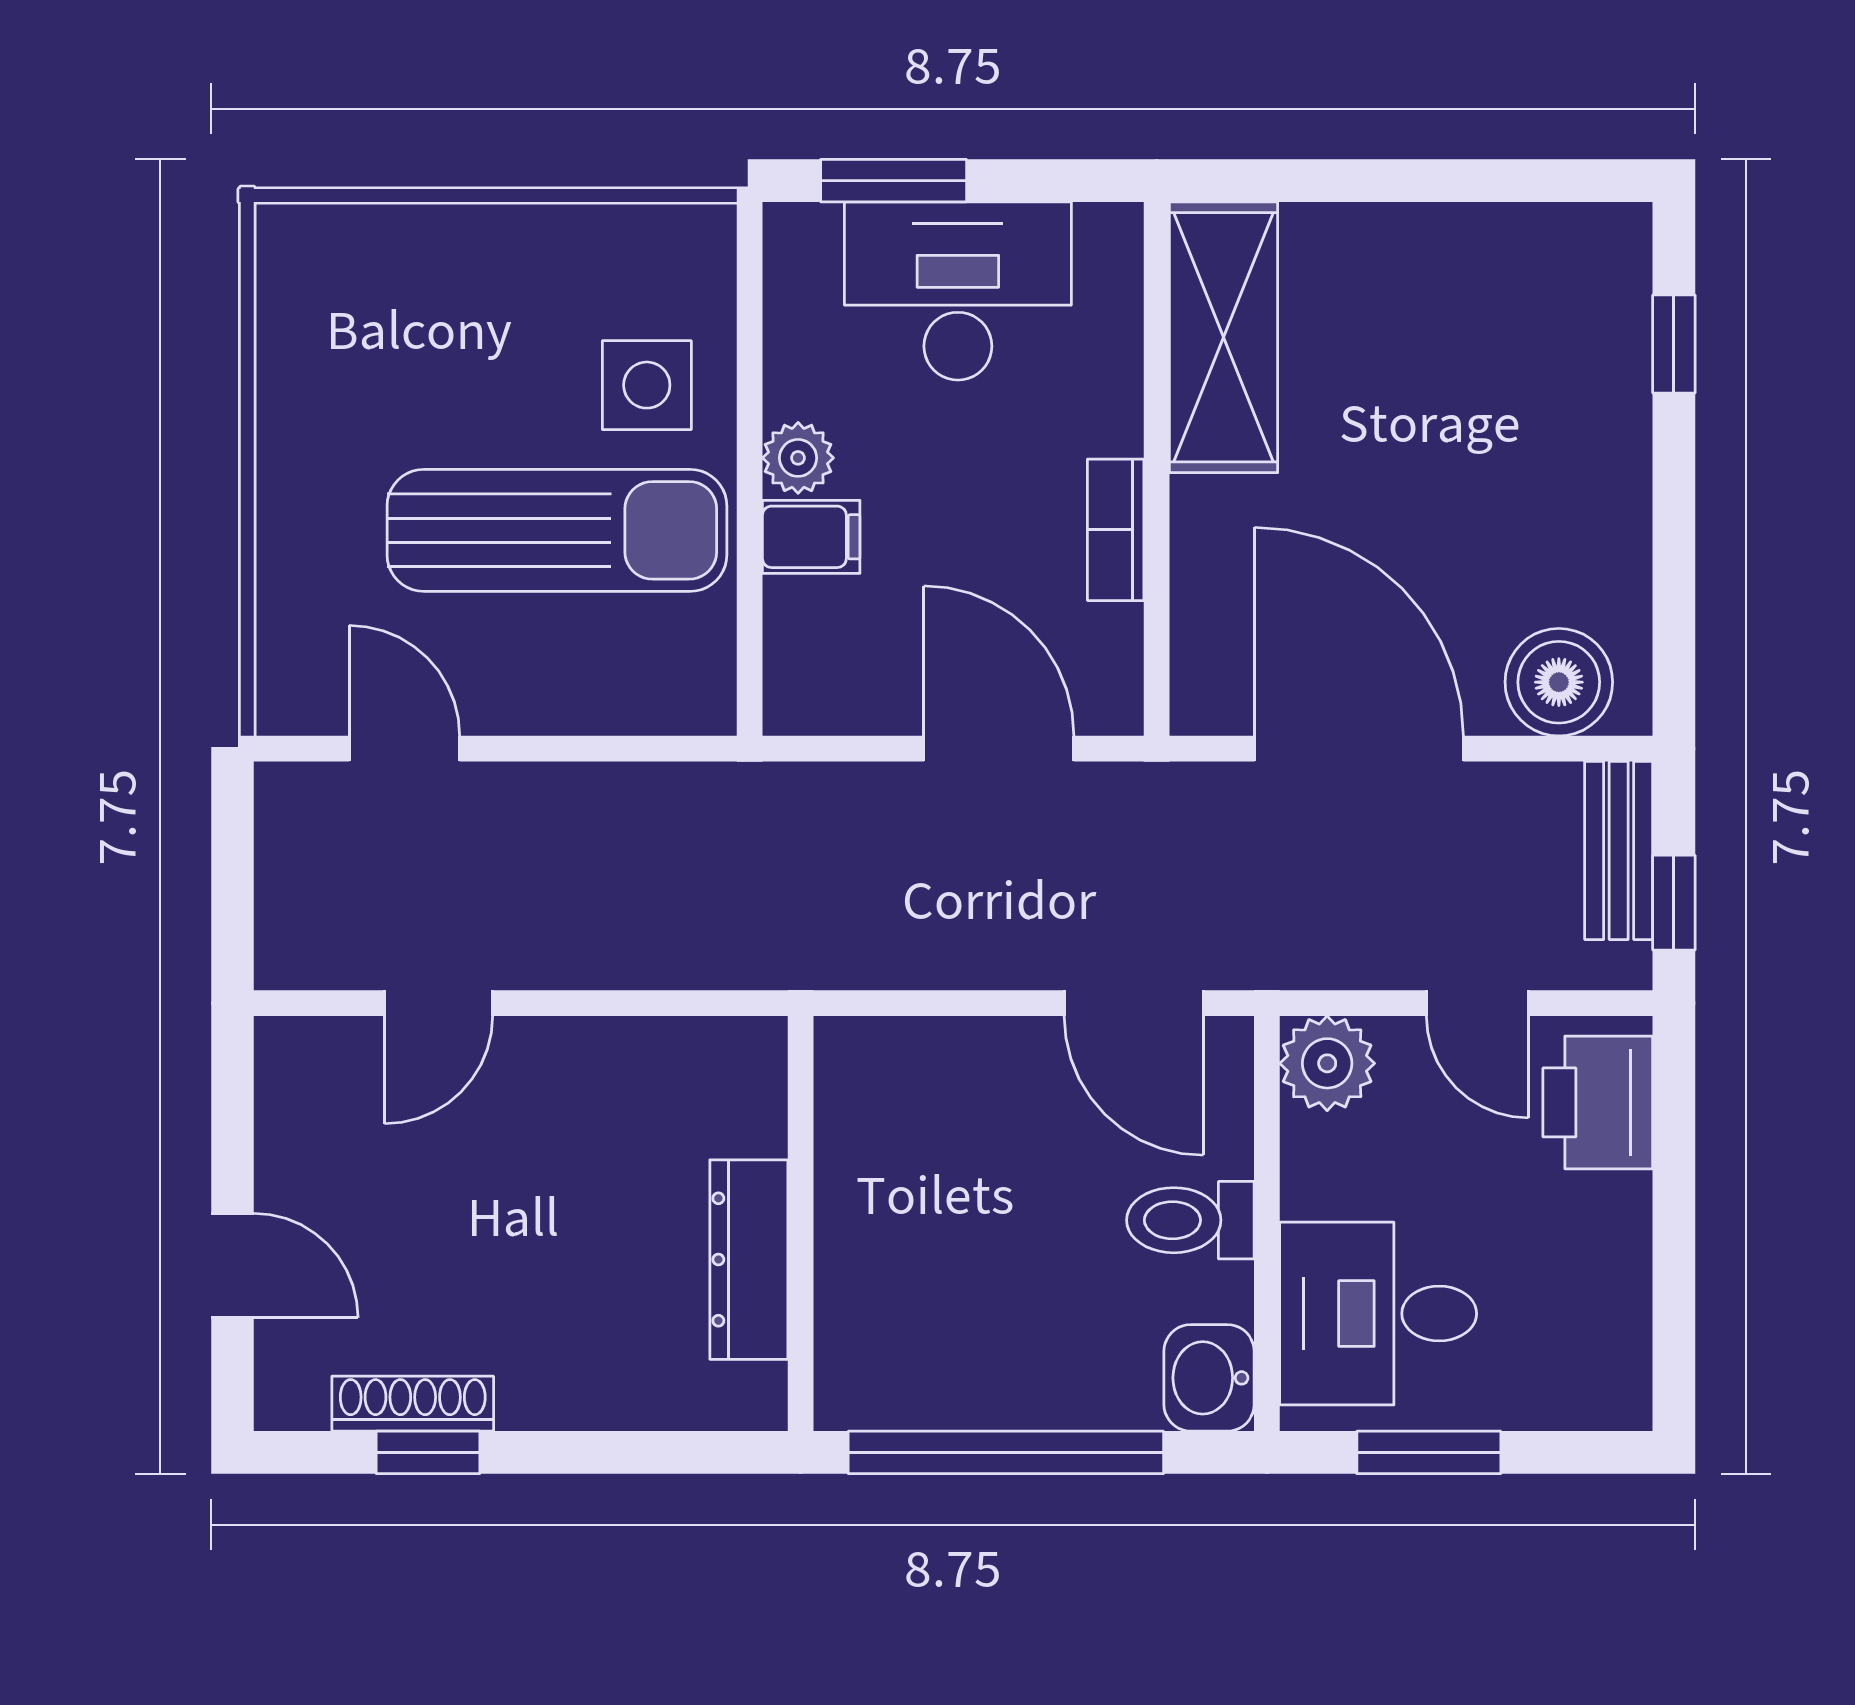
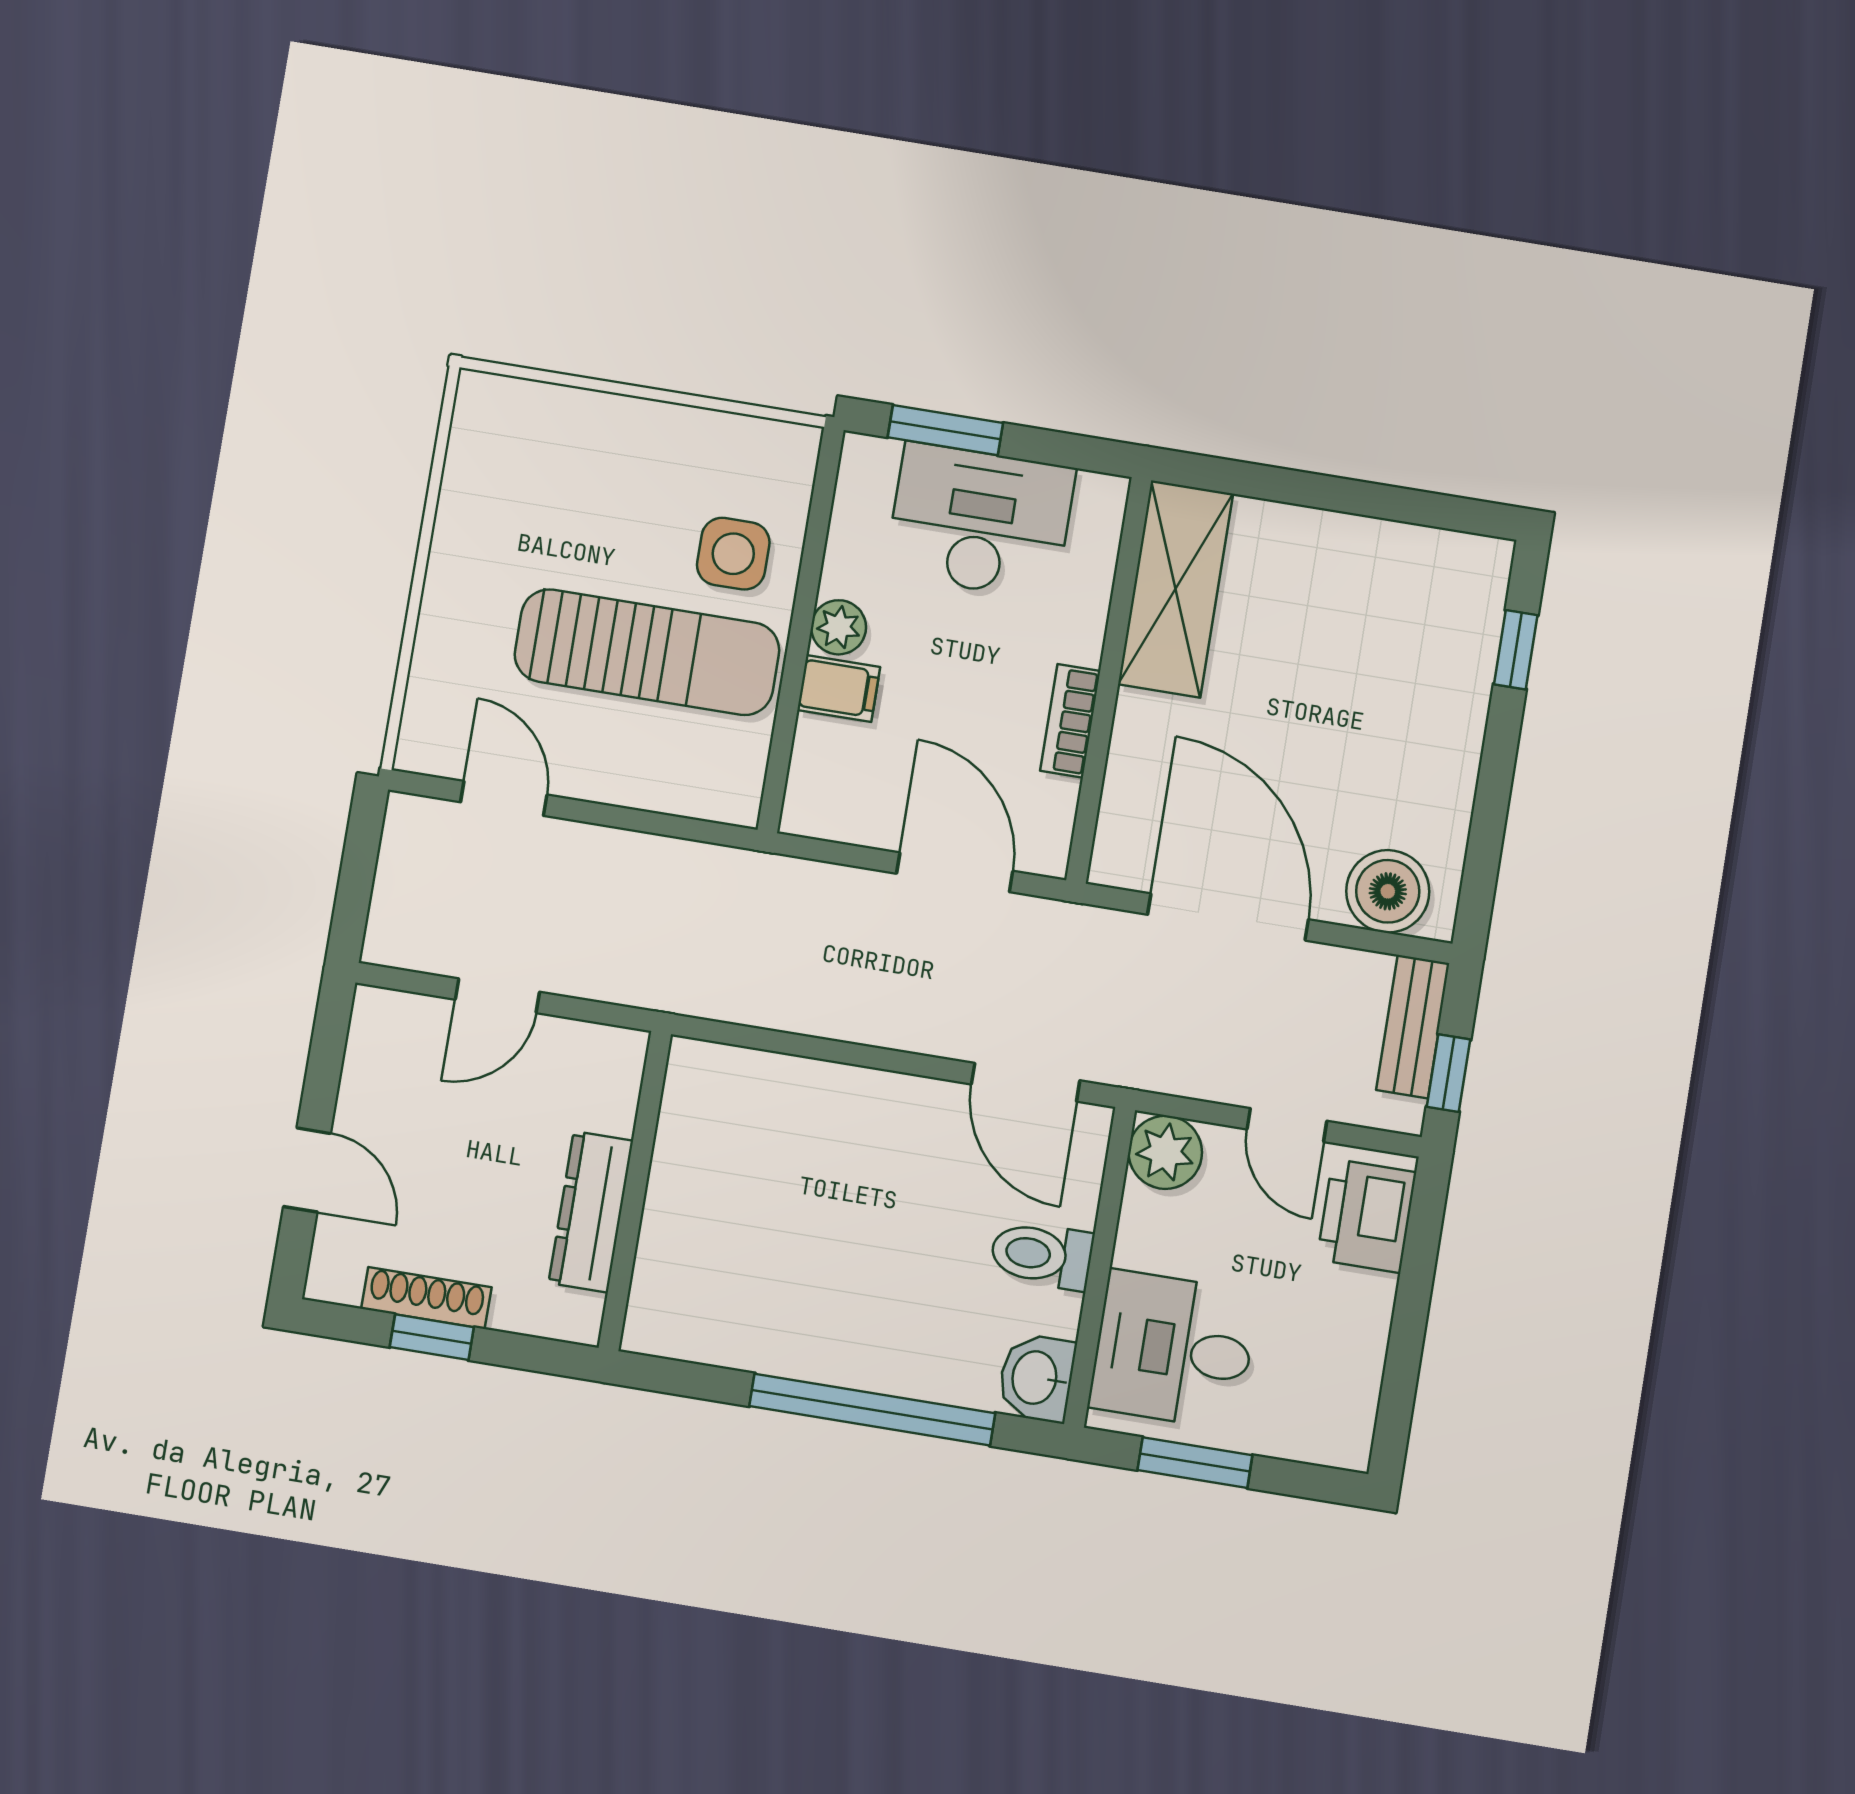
wall: (801, 1224) -> (635, 1191), moved
dresser: (749, 1260) -> (591, 1212), moved

